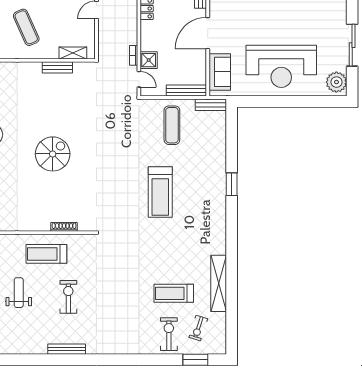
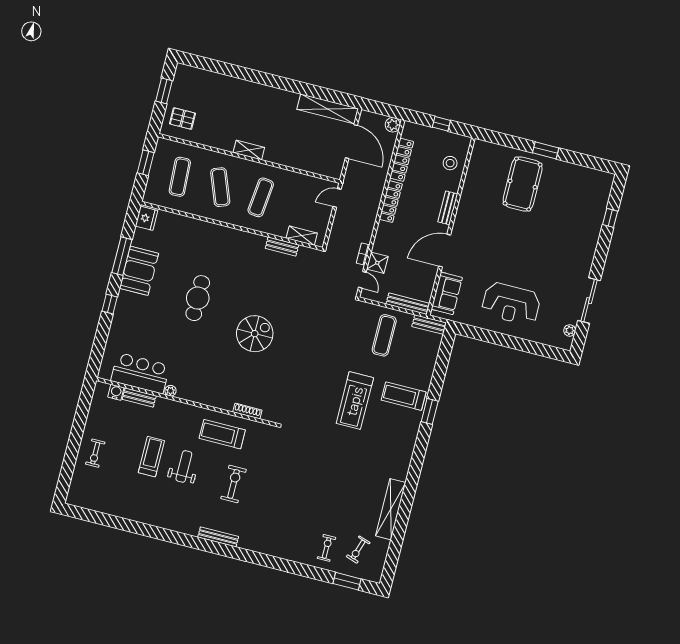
exercise mat: (26, 27) -> (261, 197), turned 30
reception desk: (281, 66) -> (511, 304), width x0.74, depth x0.77
plant: (336, 82) -> (570, 330), width x0.53, depth x0.53
treadmill: (174, 293) -> (404, 396), moved
exercise bike: (169, 334) -> (327, 548), width x0.73, depth x0.72

